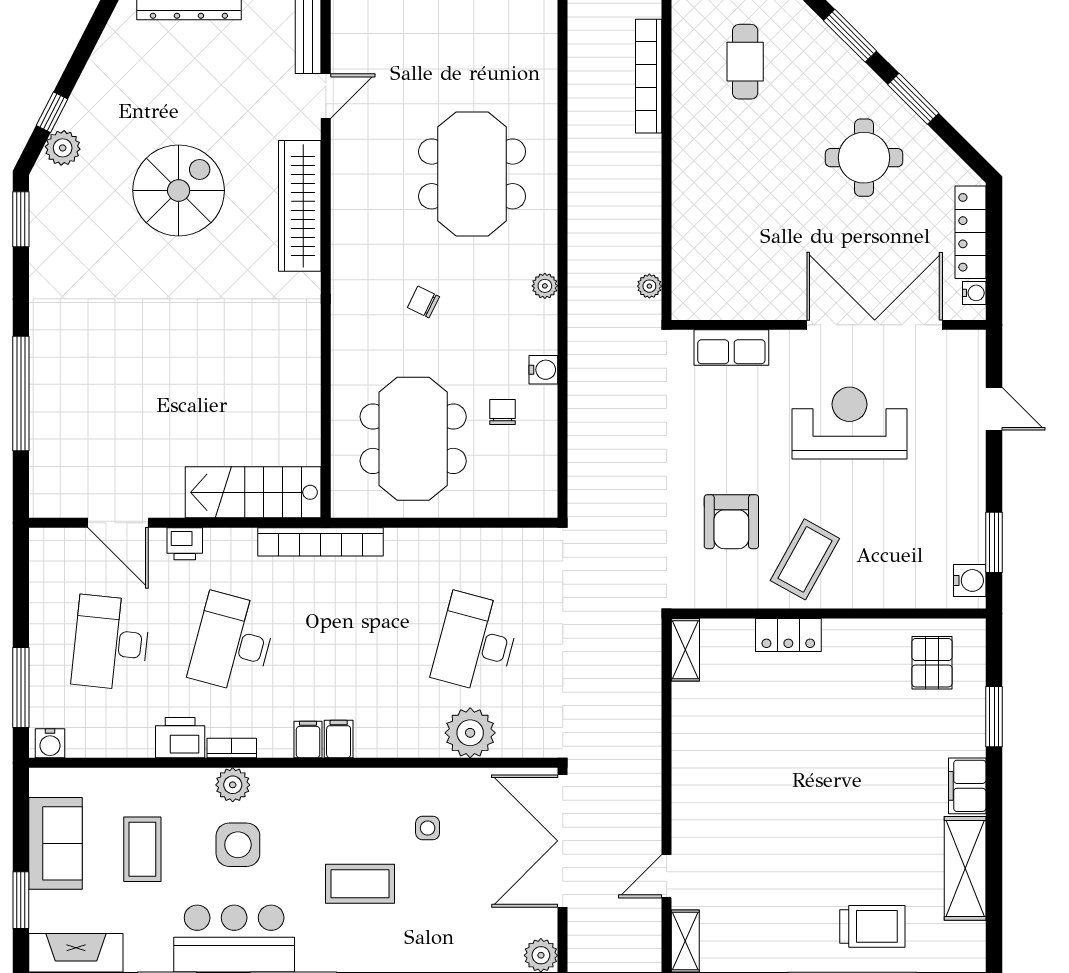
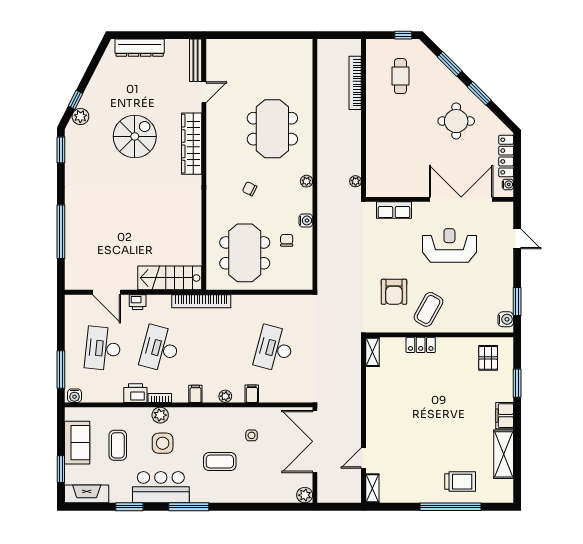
plant: (470, 733) -> (225, 396), moved, width x0.53, depth x0.53
filing cabinet: (339, 739) -> (252, 394), moved

